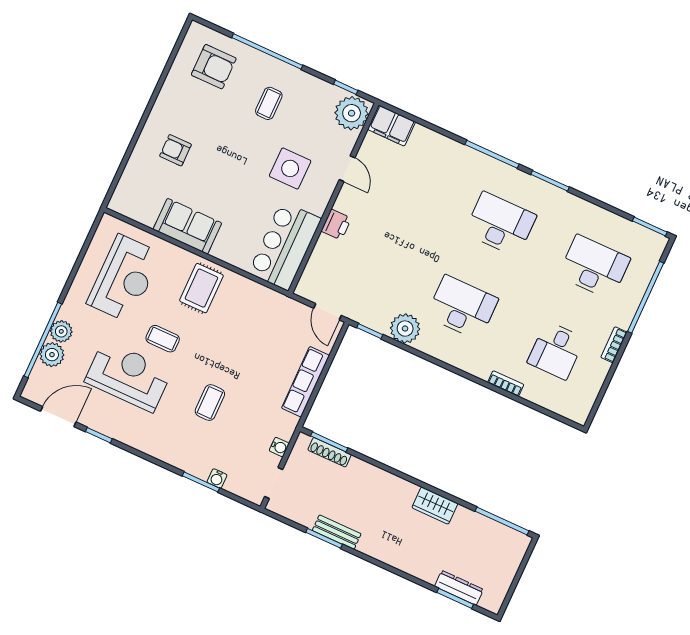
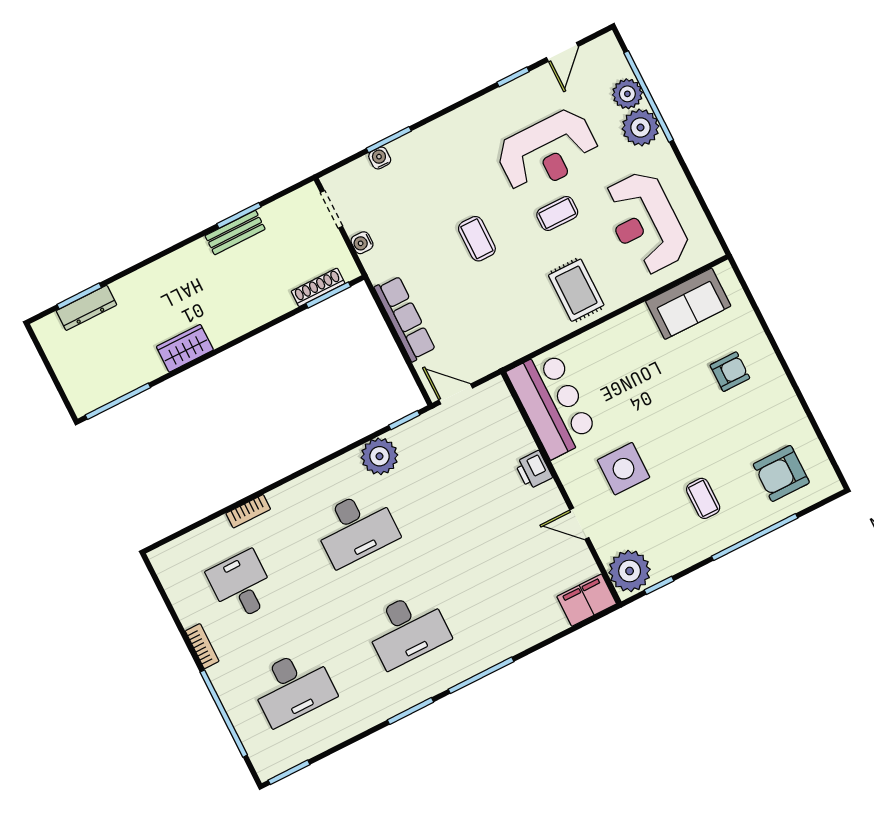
sofa: (187, 226) -> (688, 304), moved
plant: (61, 331) -> (640, 128), width x1.36, depth x1.36
coffee table: (210, 403) -> (477, 239), moved
door: (58, 417) -> (562, 52), width x0.73

